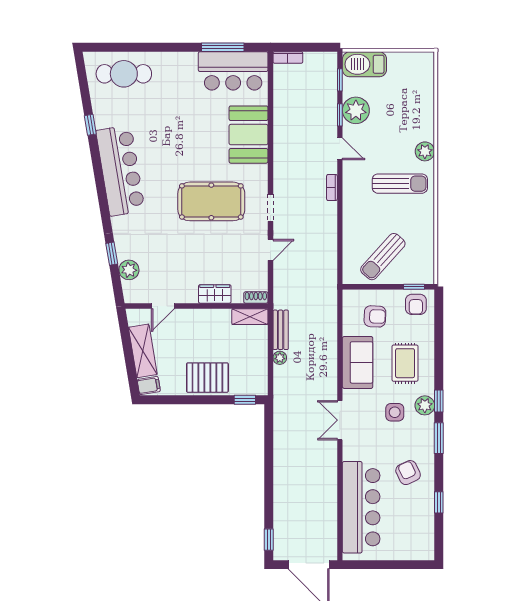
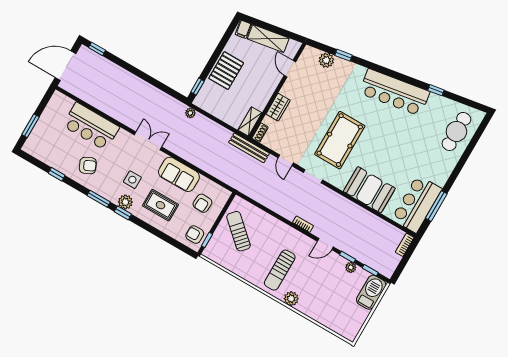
plant: (356, 110) -> (351, 267), width x0.53, depth x0.53
bench: (281, 330) -> (249, 148), moved, width x1.36
plant: (280, 358) -> (190, 113), moved
bar counter: (361, 507) -> (91, 126), width x0.73
window: (401, 565) -> (30, 126), added

